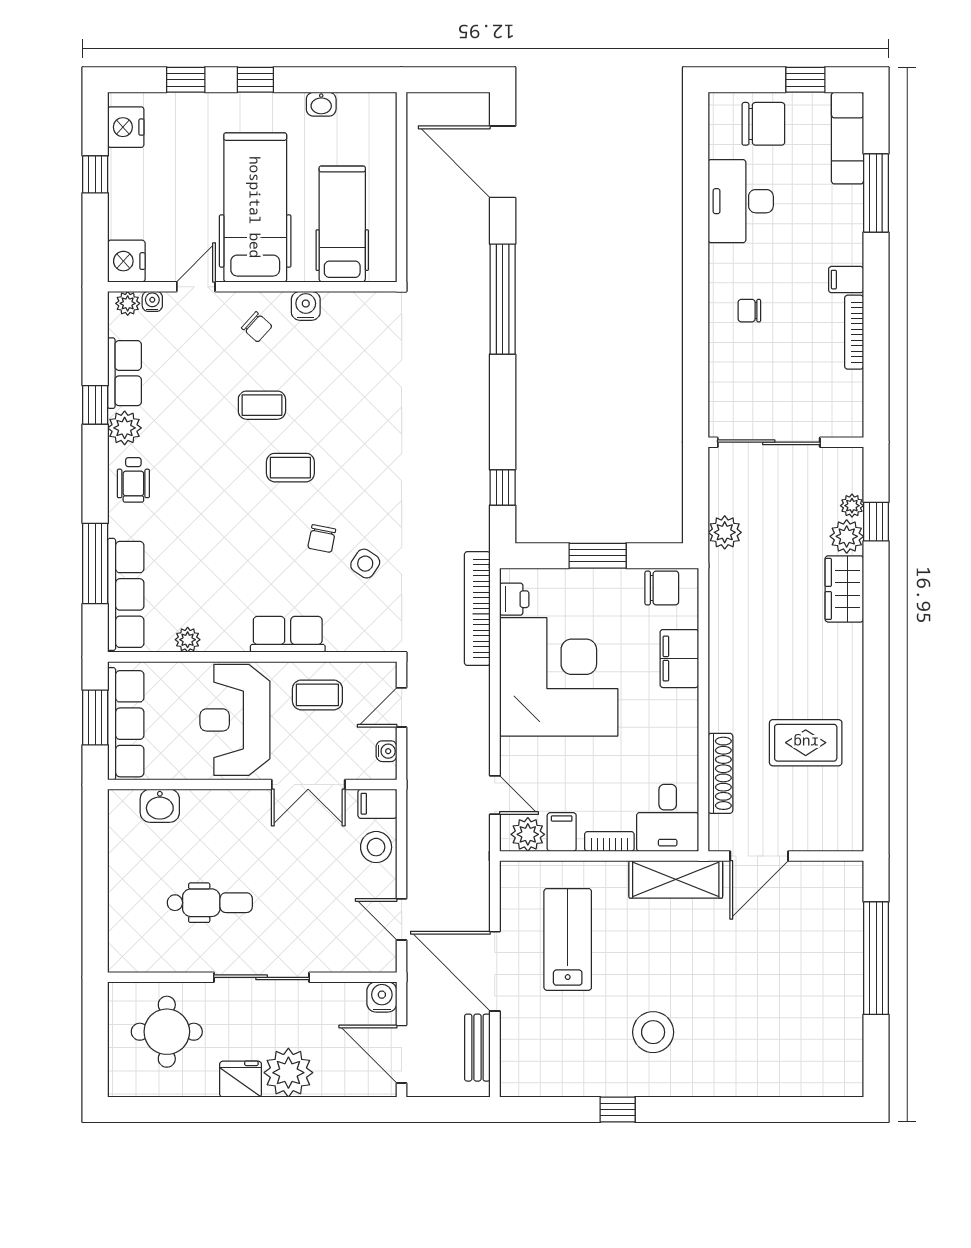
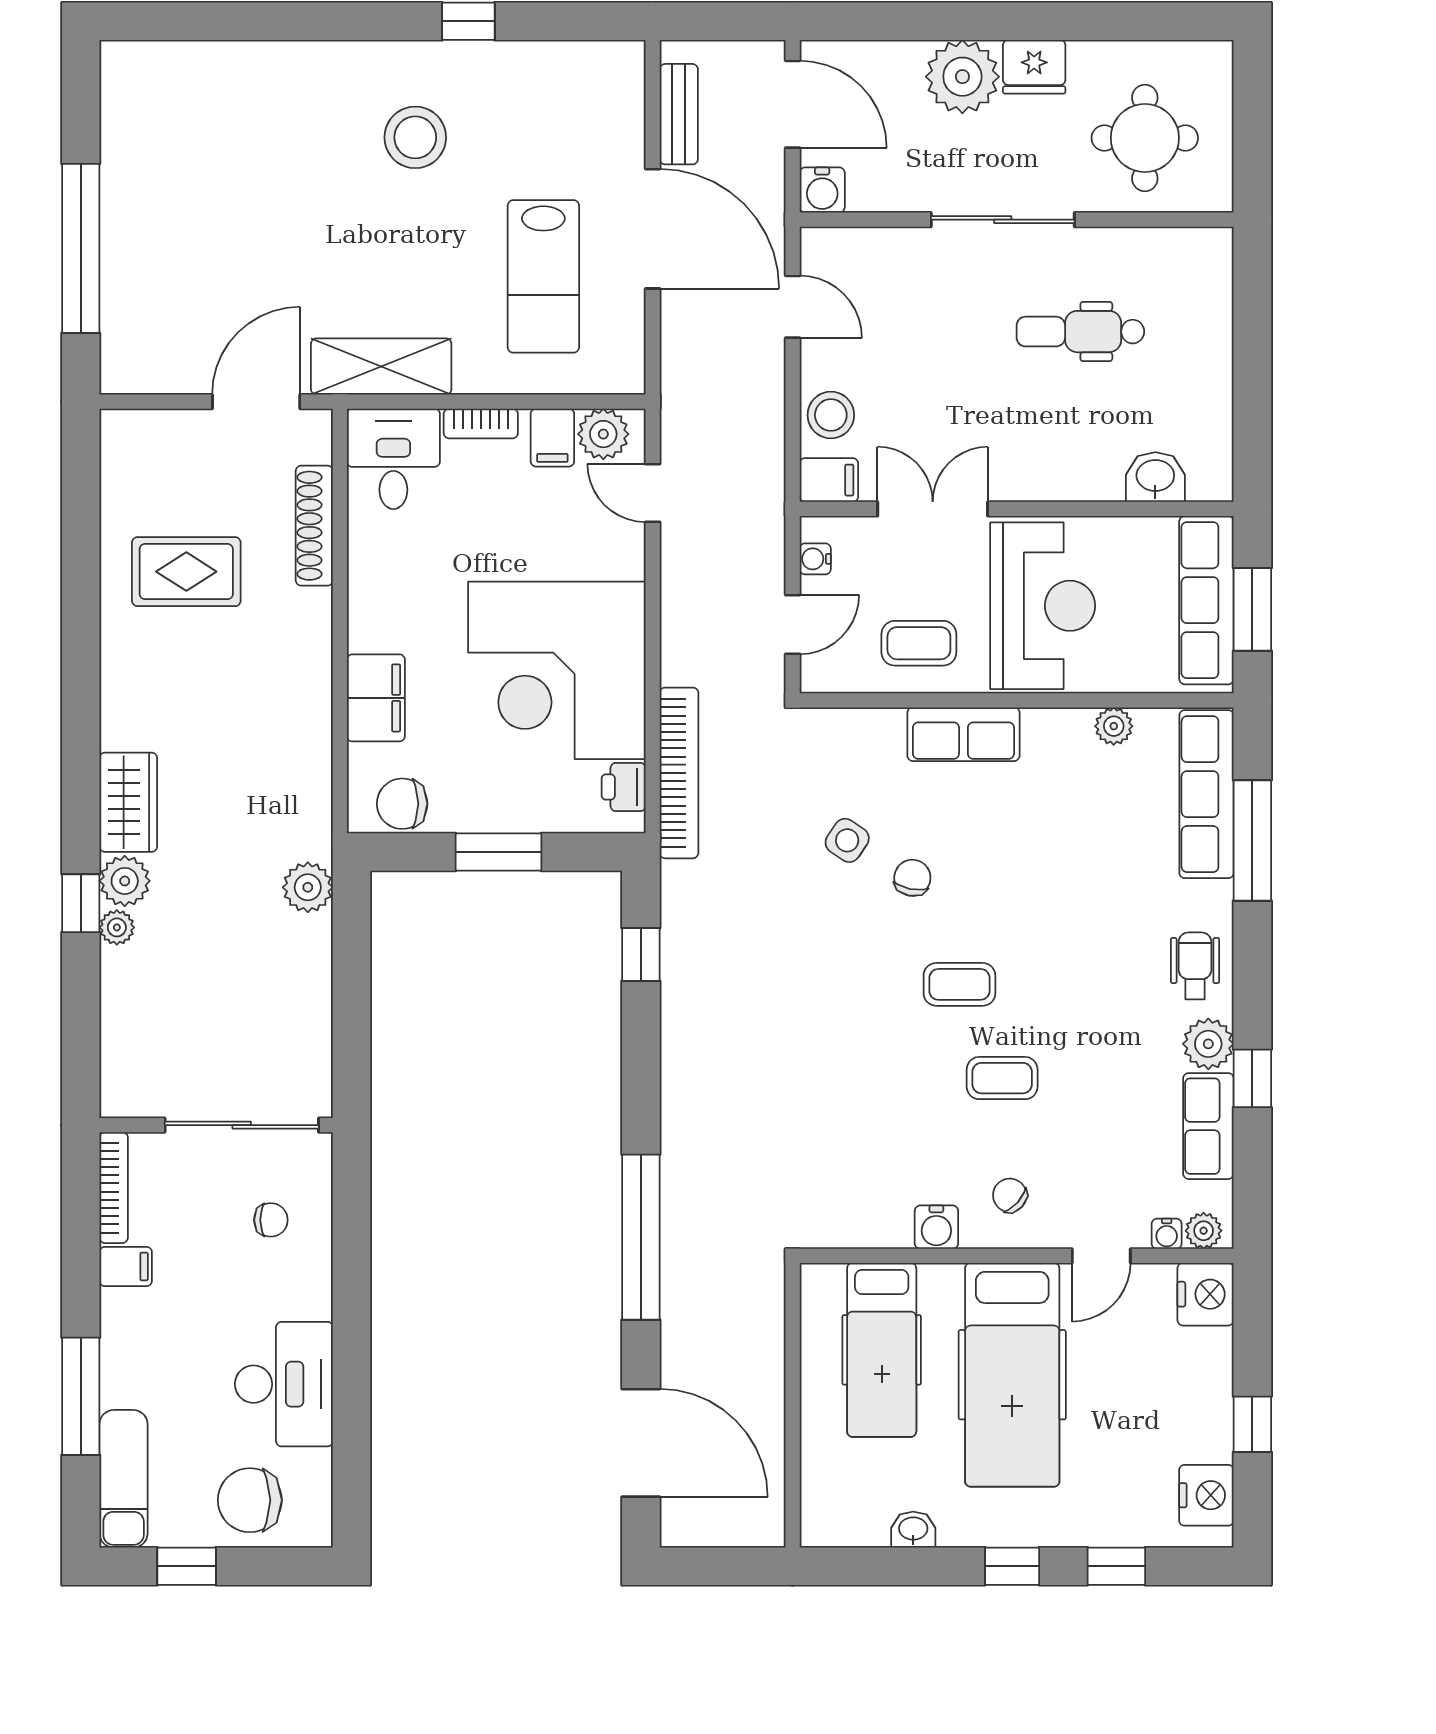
sliding door: (769, 442) -> (242, 1125), moved
wall: (786, 442) -> (216, 1125), moved

